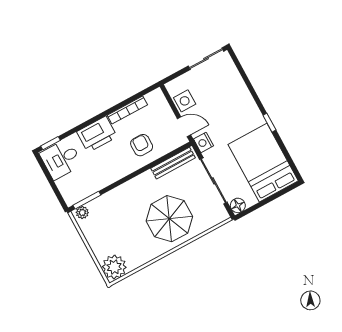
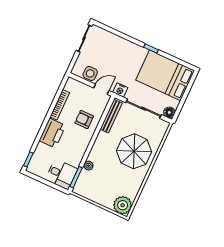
desk: (61, 159) -> (61, 174), moved, turned -90
plant: (82, 213) -> (89, 166), moved

